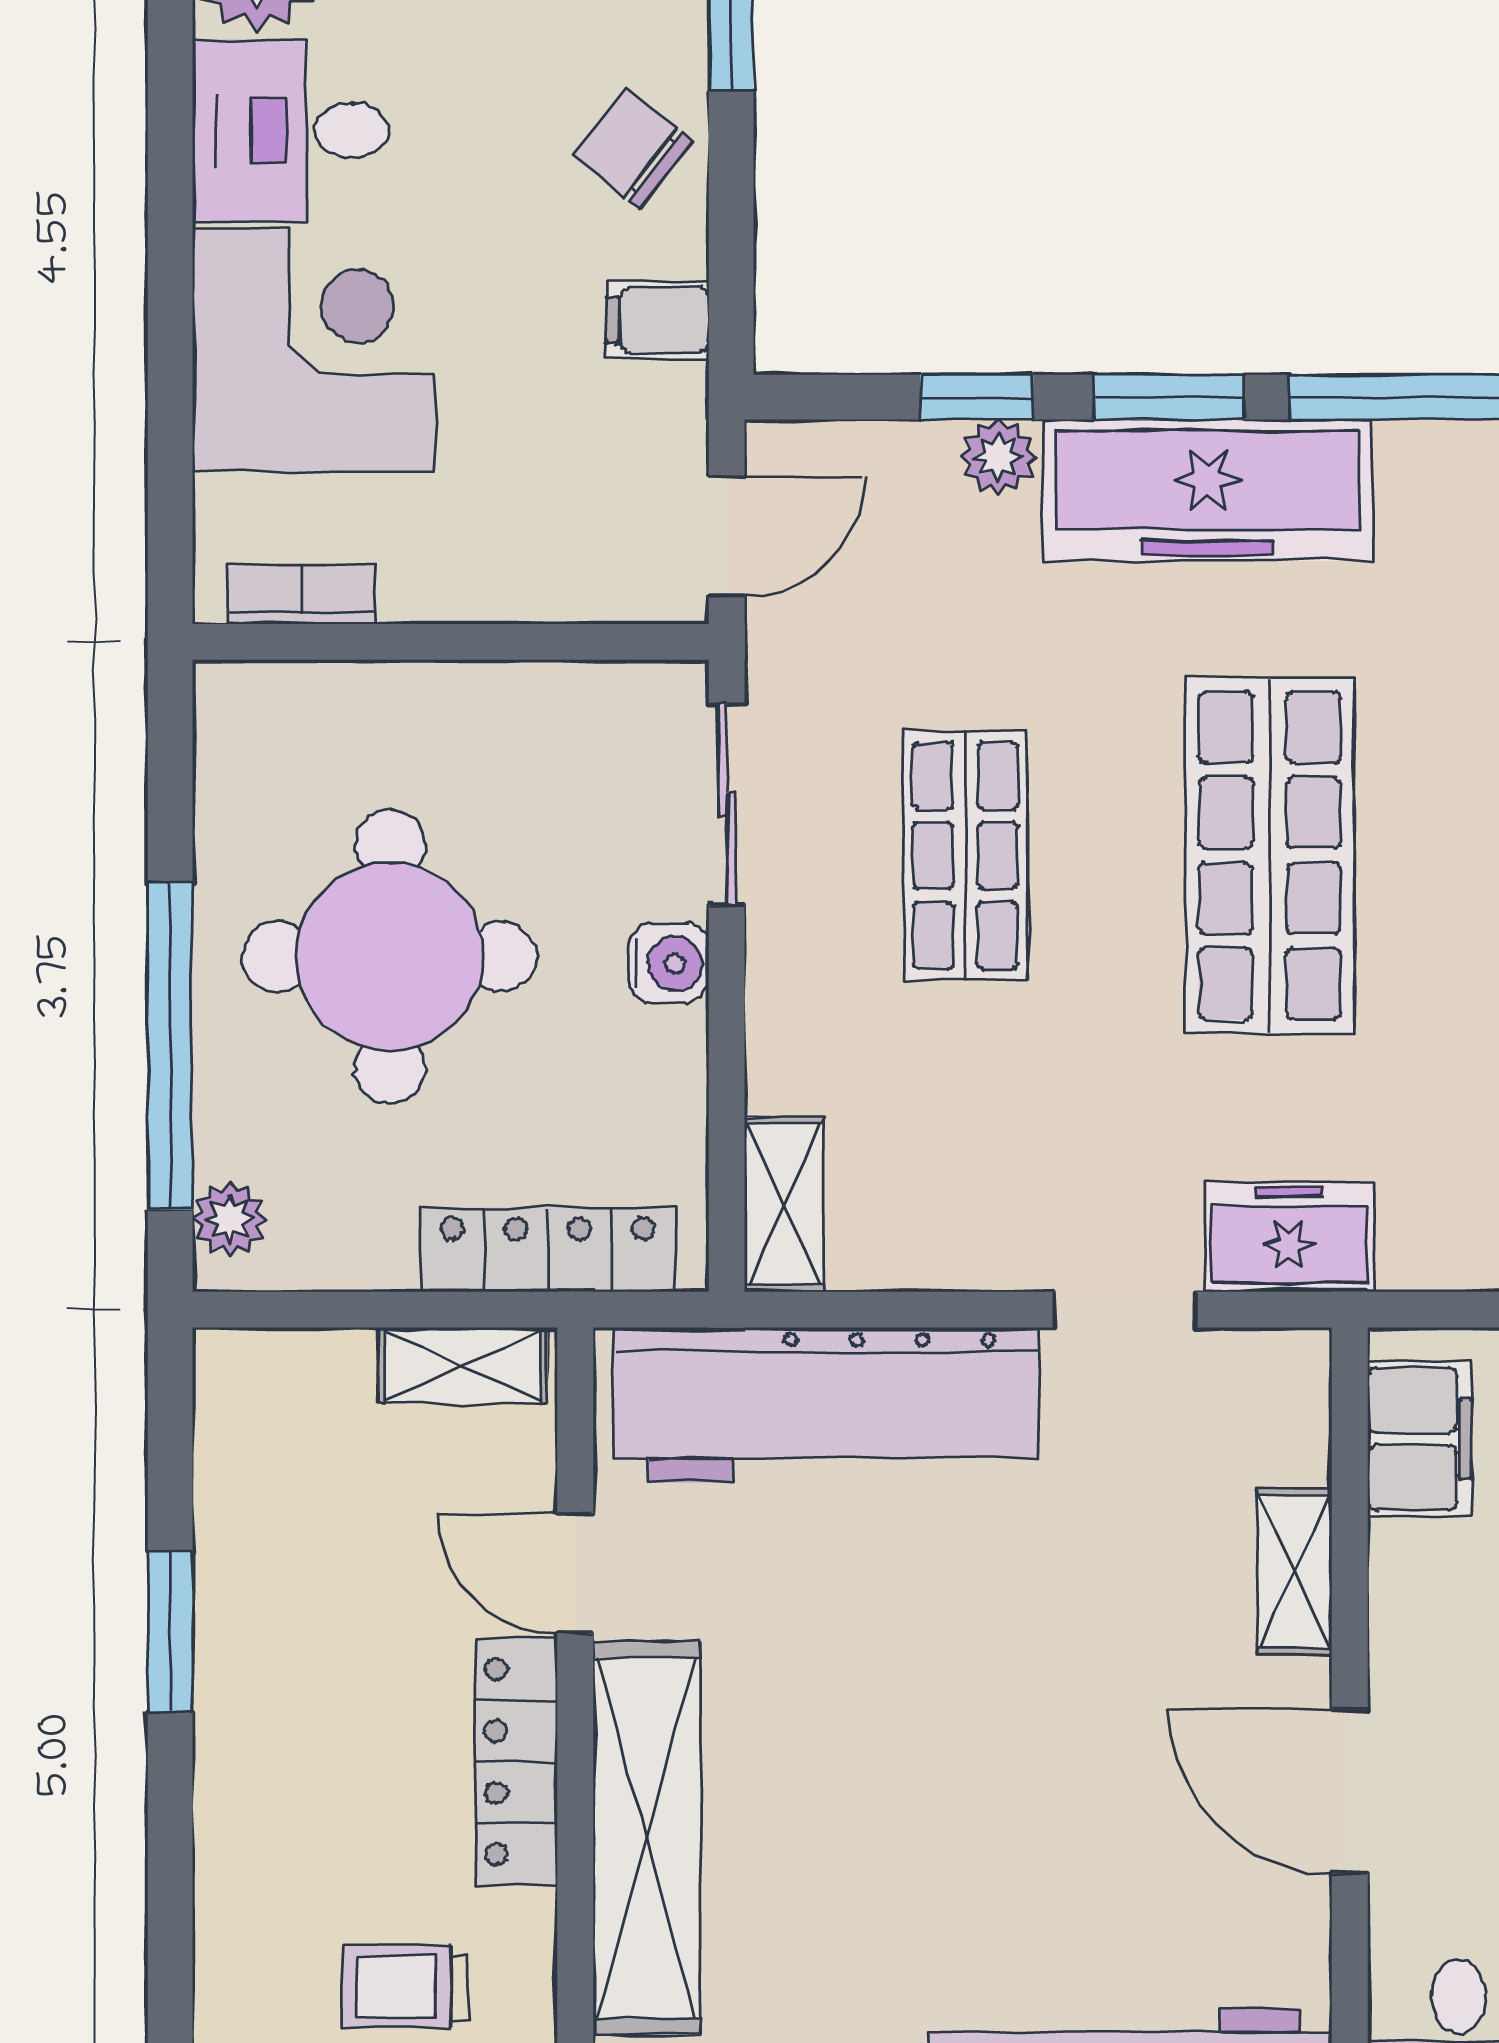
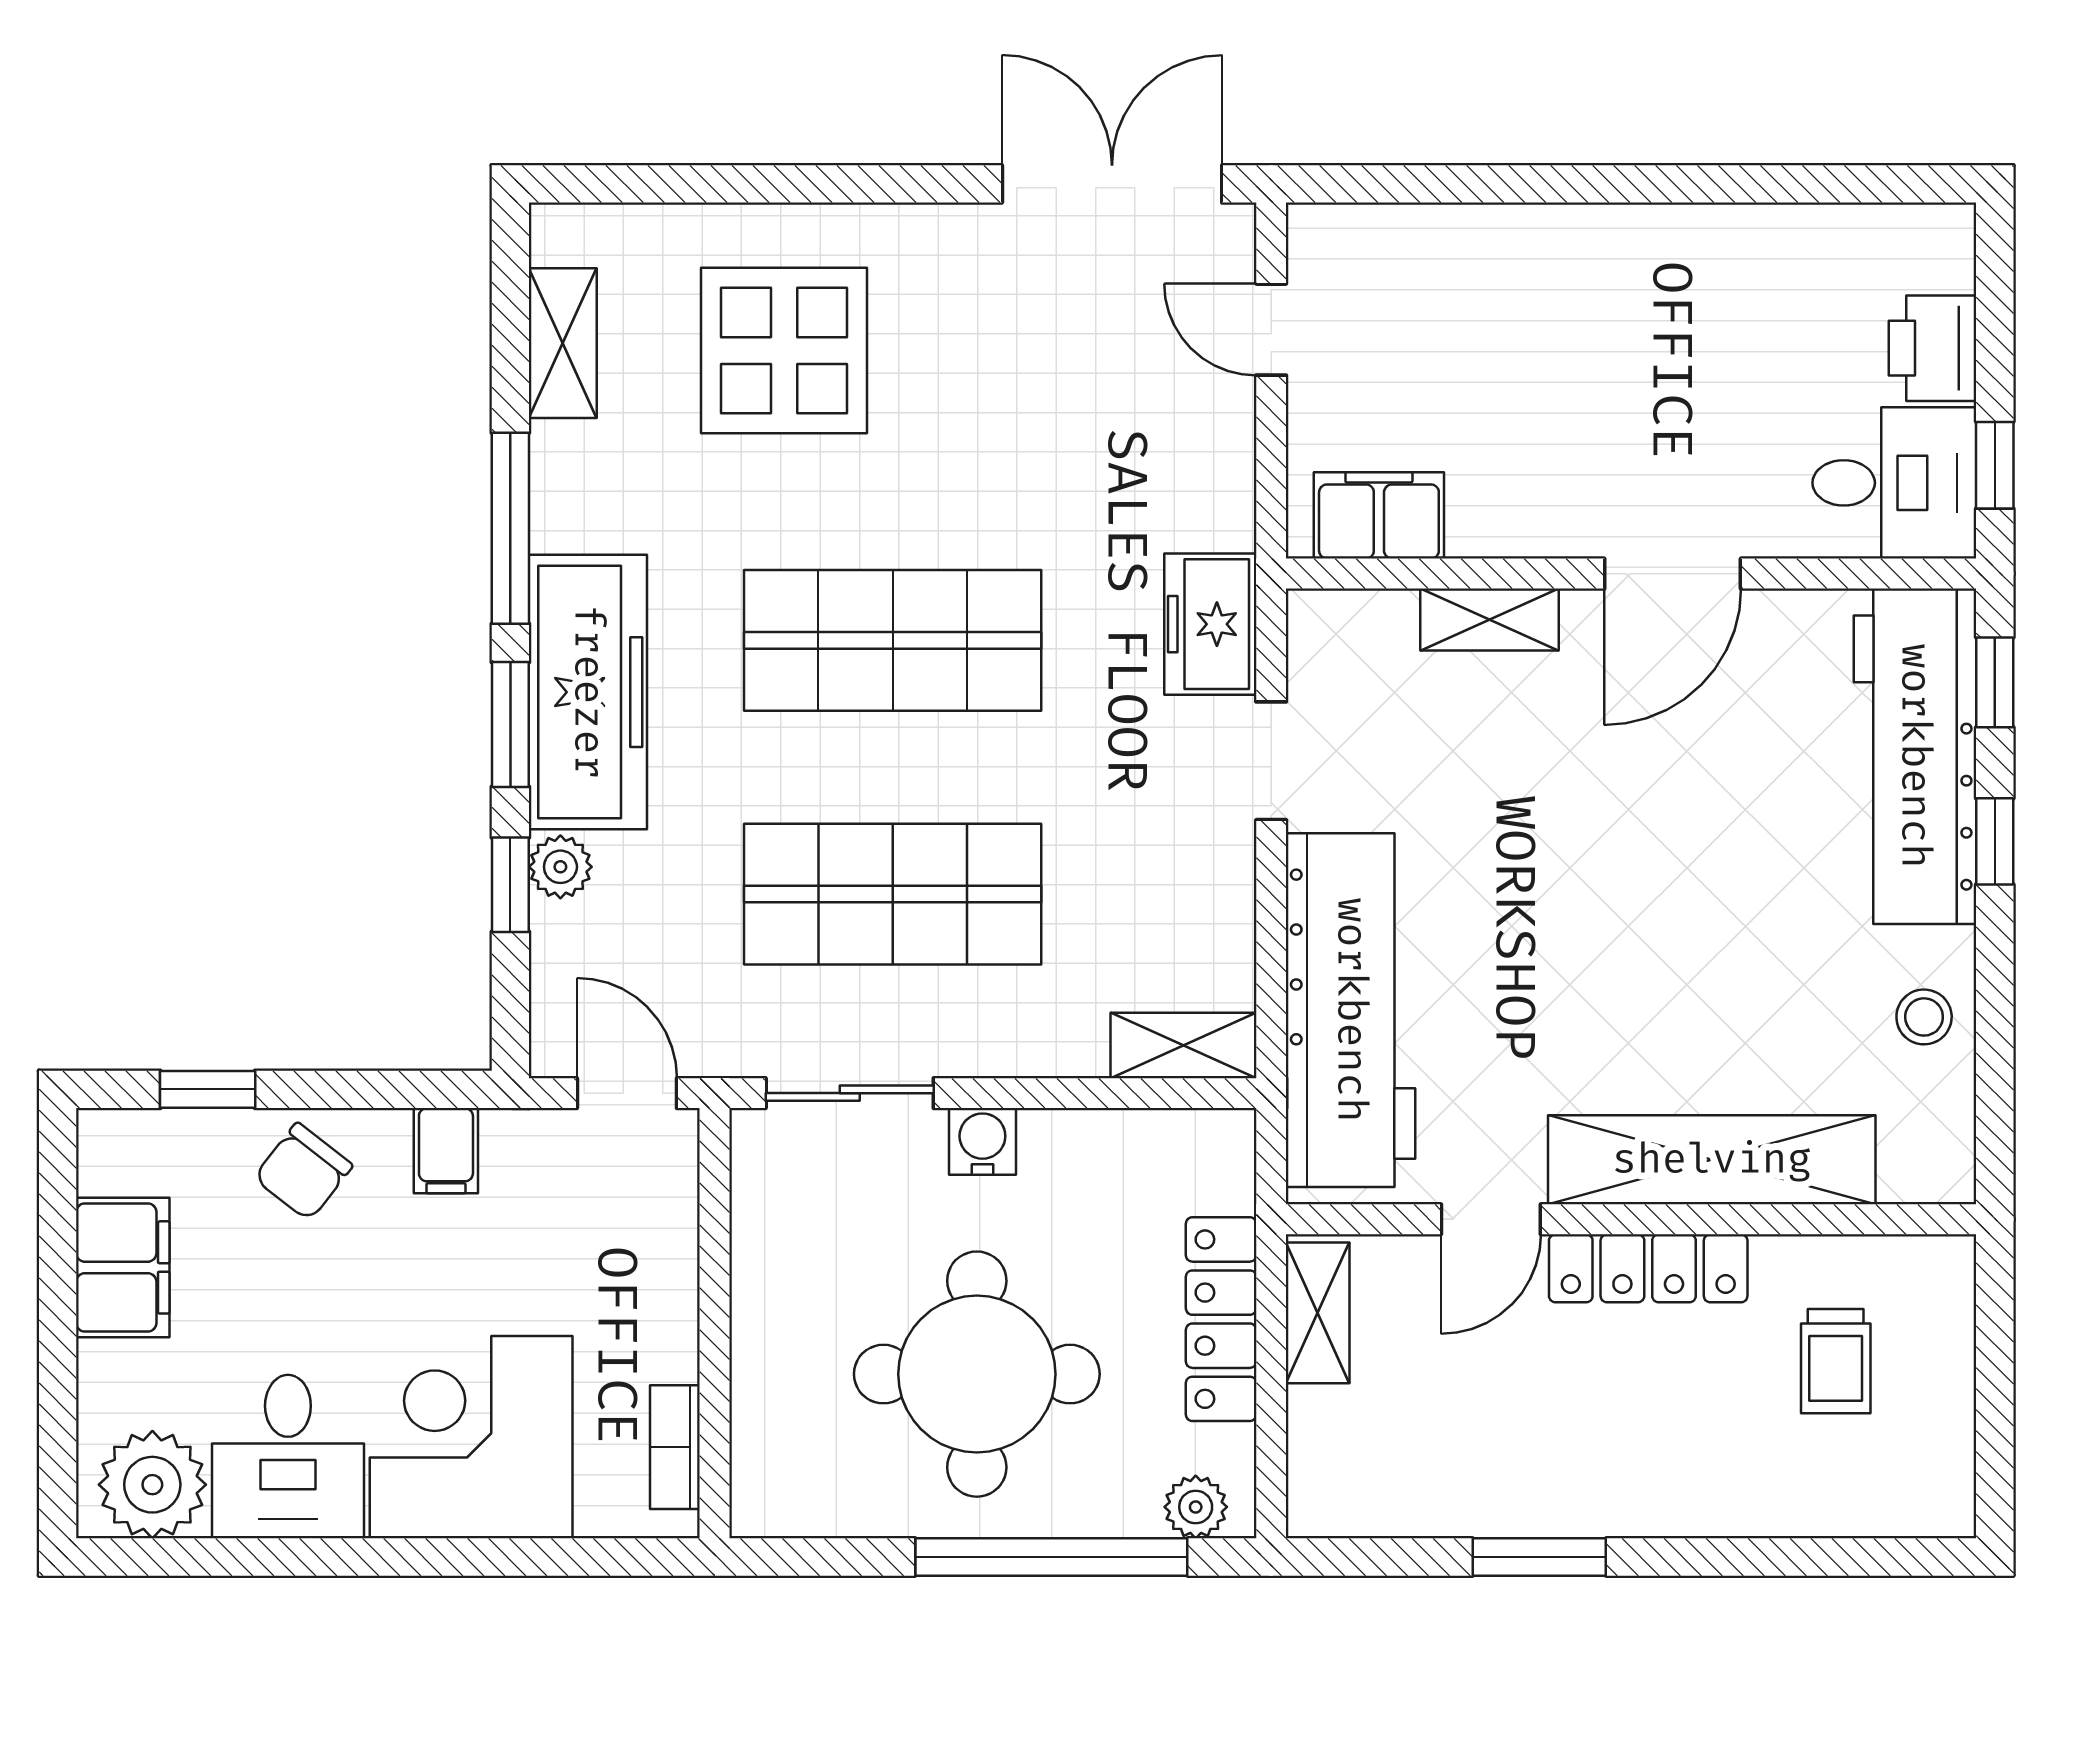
shop shelf: (965, 856) -> (893, 894), width x1.43, depth x1.36
locker: (548, 1250) -> (1221, 1319), moved

